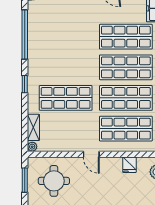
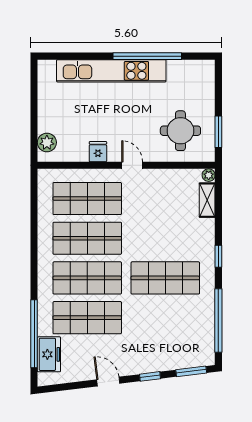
shop shelf: (66, 98) -> (165, 278), moved
fridge: (129, 165) -> (98, 152), moved

